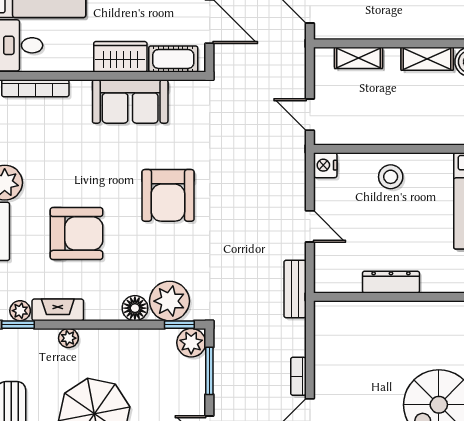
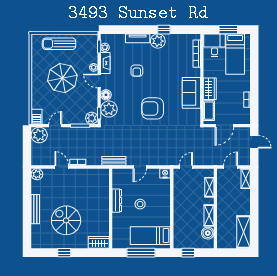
stool: (391, 177) -> (140, 204), moved
armchair: (76, 233) -> (137, 71), width x0.53, depth x0.53
door: (102, 325) -> (99, 81), added

